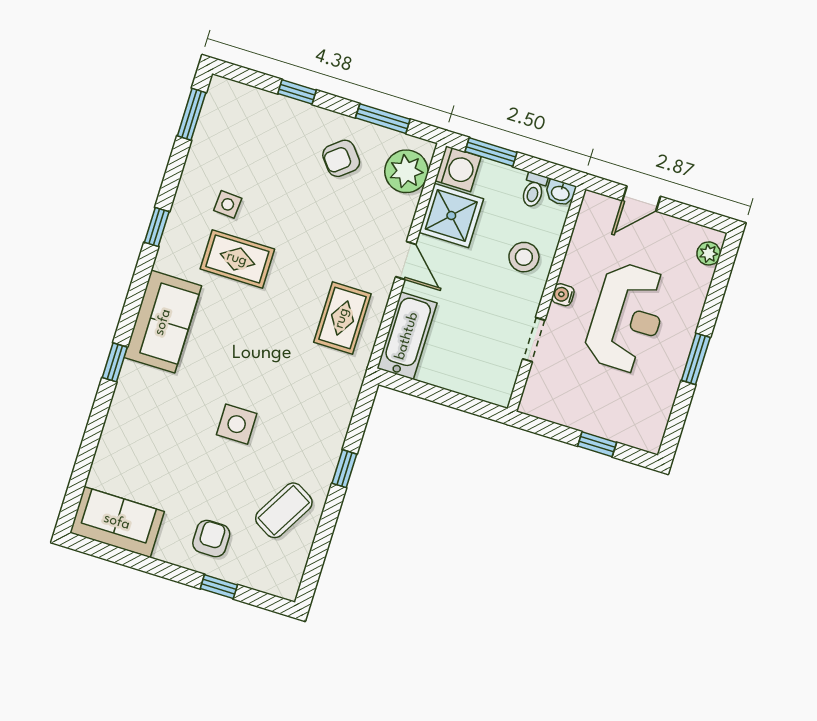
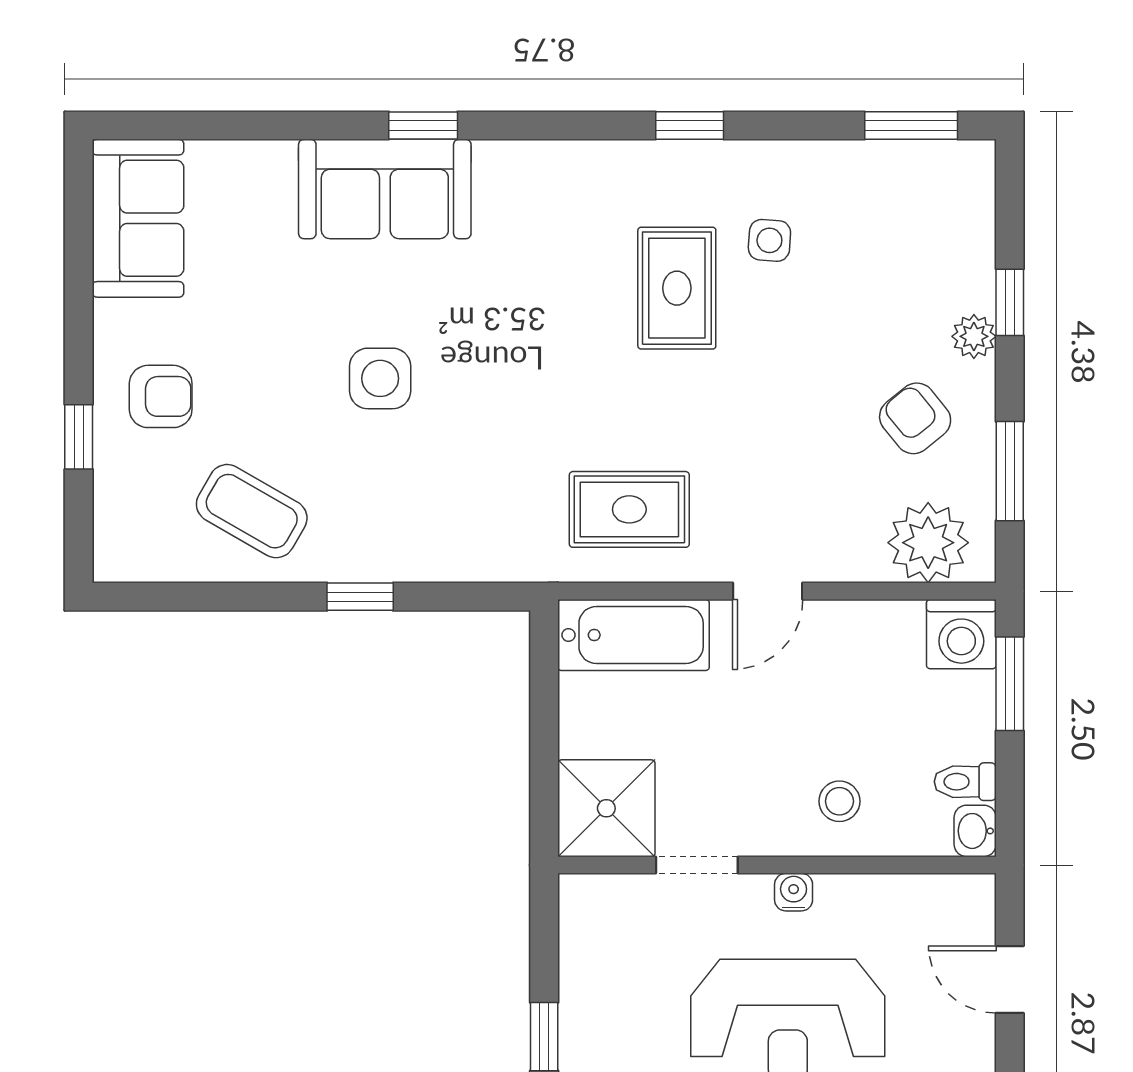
plant: (309, 116) -> (974, 336), added
shower: (451, 216) -> (606, 808), moved
stool: (524, 257) -> (839, 801), width x0.73, depth x0.73
sofa: (163, 322) -> (385, 189), moved

